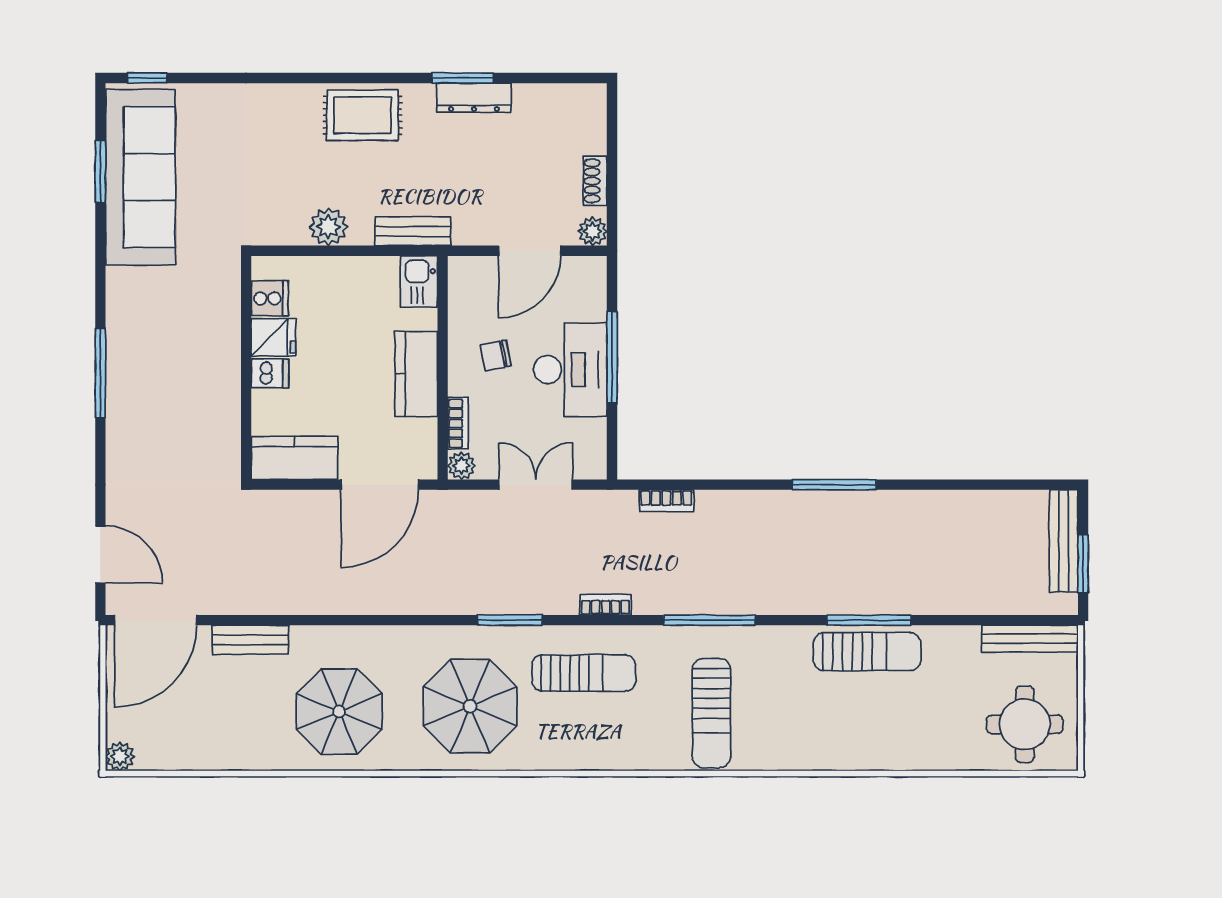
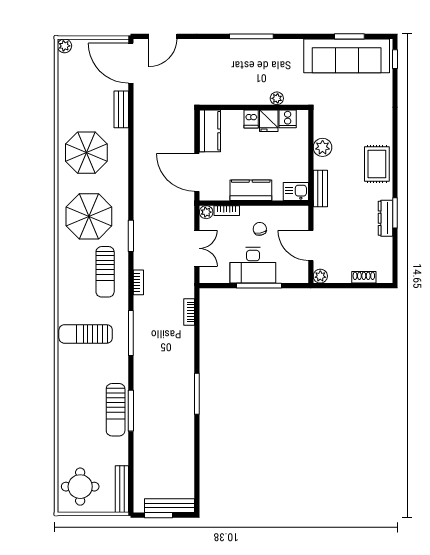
shoe rack: (595, 181) -> (364, 277), moved
plant: (228, 321) -> (277, 98), added

